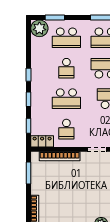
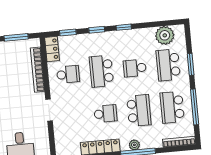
window: (55, 18) -> (191, 64), moved
plant: (39, 28) -> (165, 35), moved
school desk: (66, 129) -> (68, 74), turned 180

